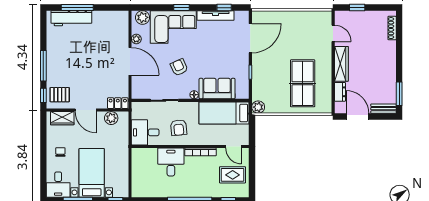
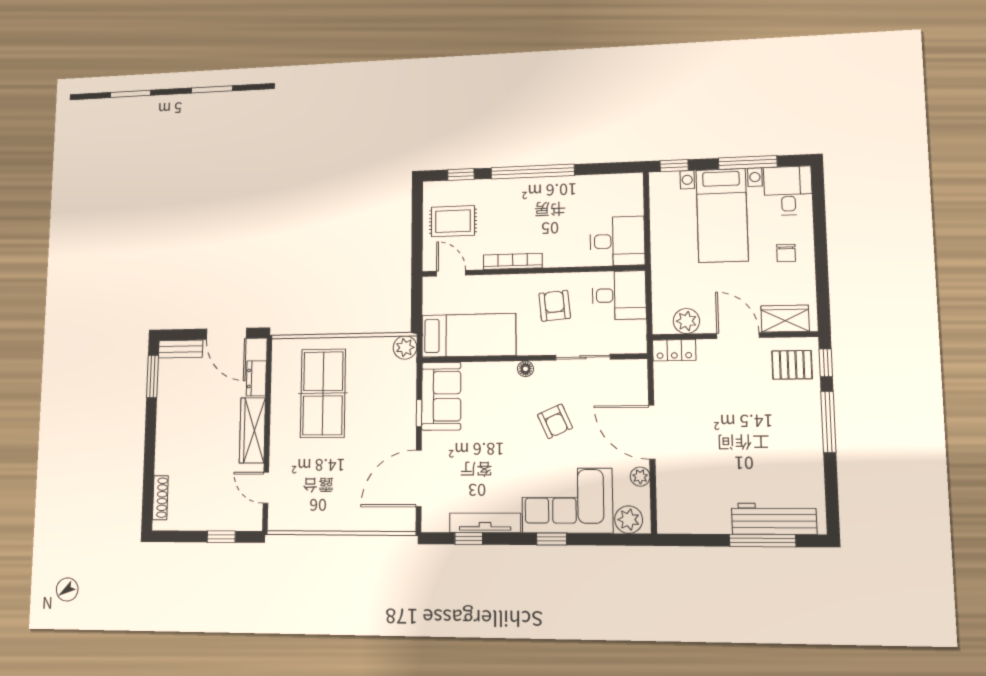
sofa: (217, 89) -> (441, 396), moved, turned -90
desk: (171, 162) -> (617, 241), moved, turned -90

